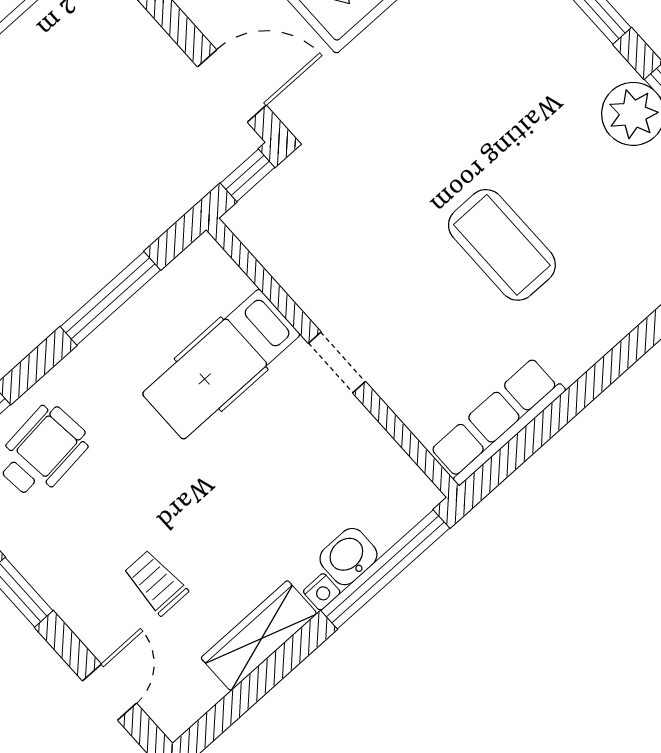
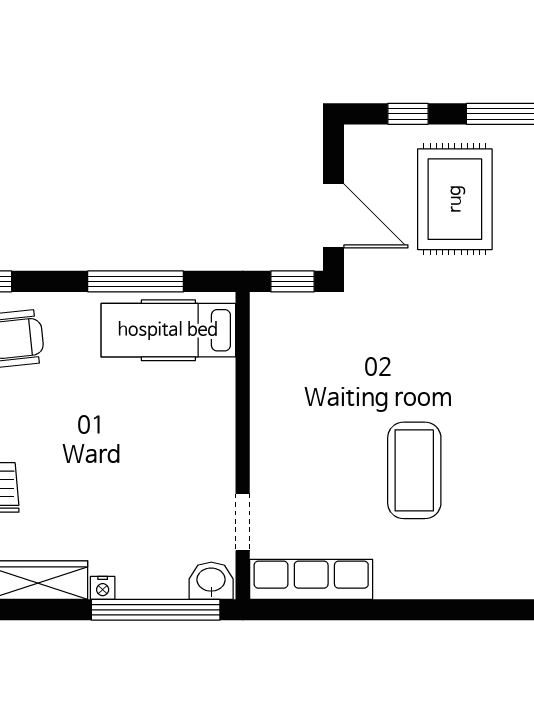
doorway: (337, 362) -> (243, 522), moved
hospital bed: (221, 364) -> (168, 330), moved
washbasin: (348, 557) -> (211, 581), moved

